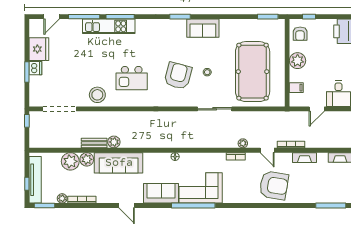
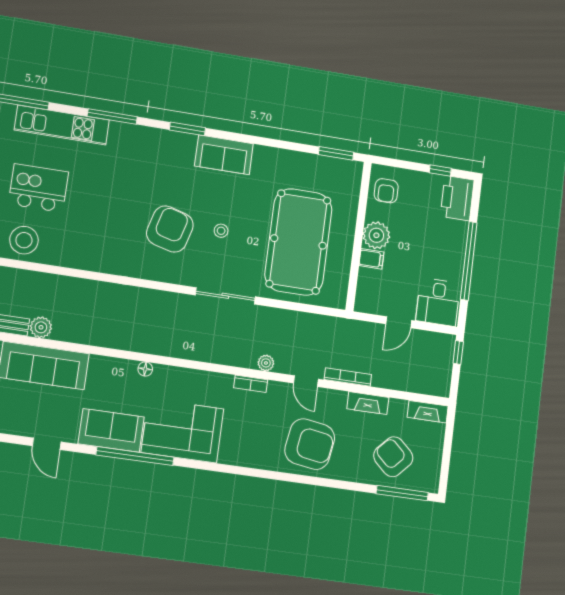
window: (120, 17) -> (112, 116), moved
window: (309, 17) -> (440, 171), moved
kitchen island: (132, 78) -> (38, 188), moved, turned 180
filing cabinet: (296, 88) -> (371, 259), moved
armchair: (323, 186) -> (393, 457), added
window: (193, 206) -> (135, 456), moved

